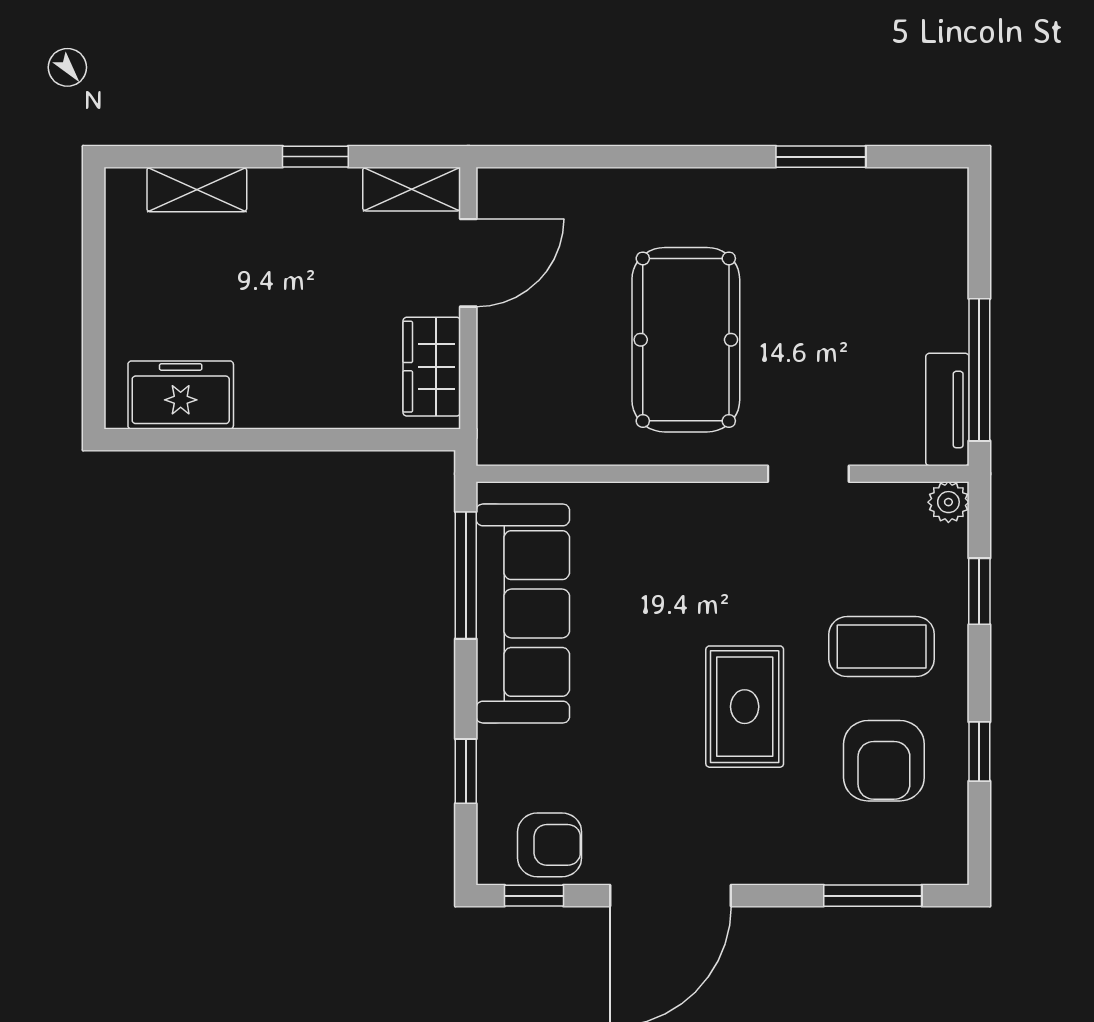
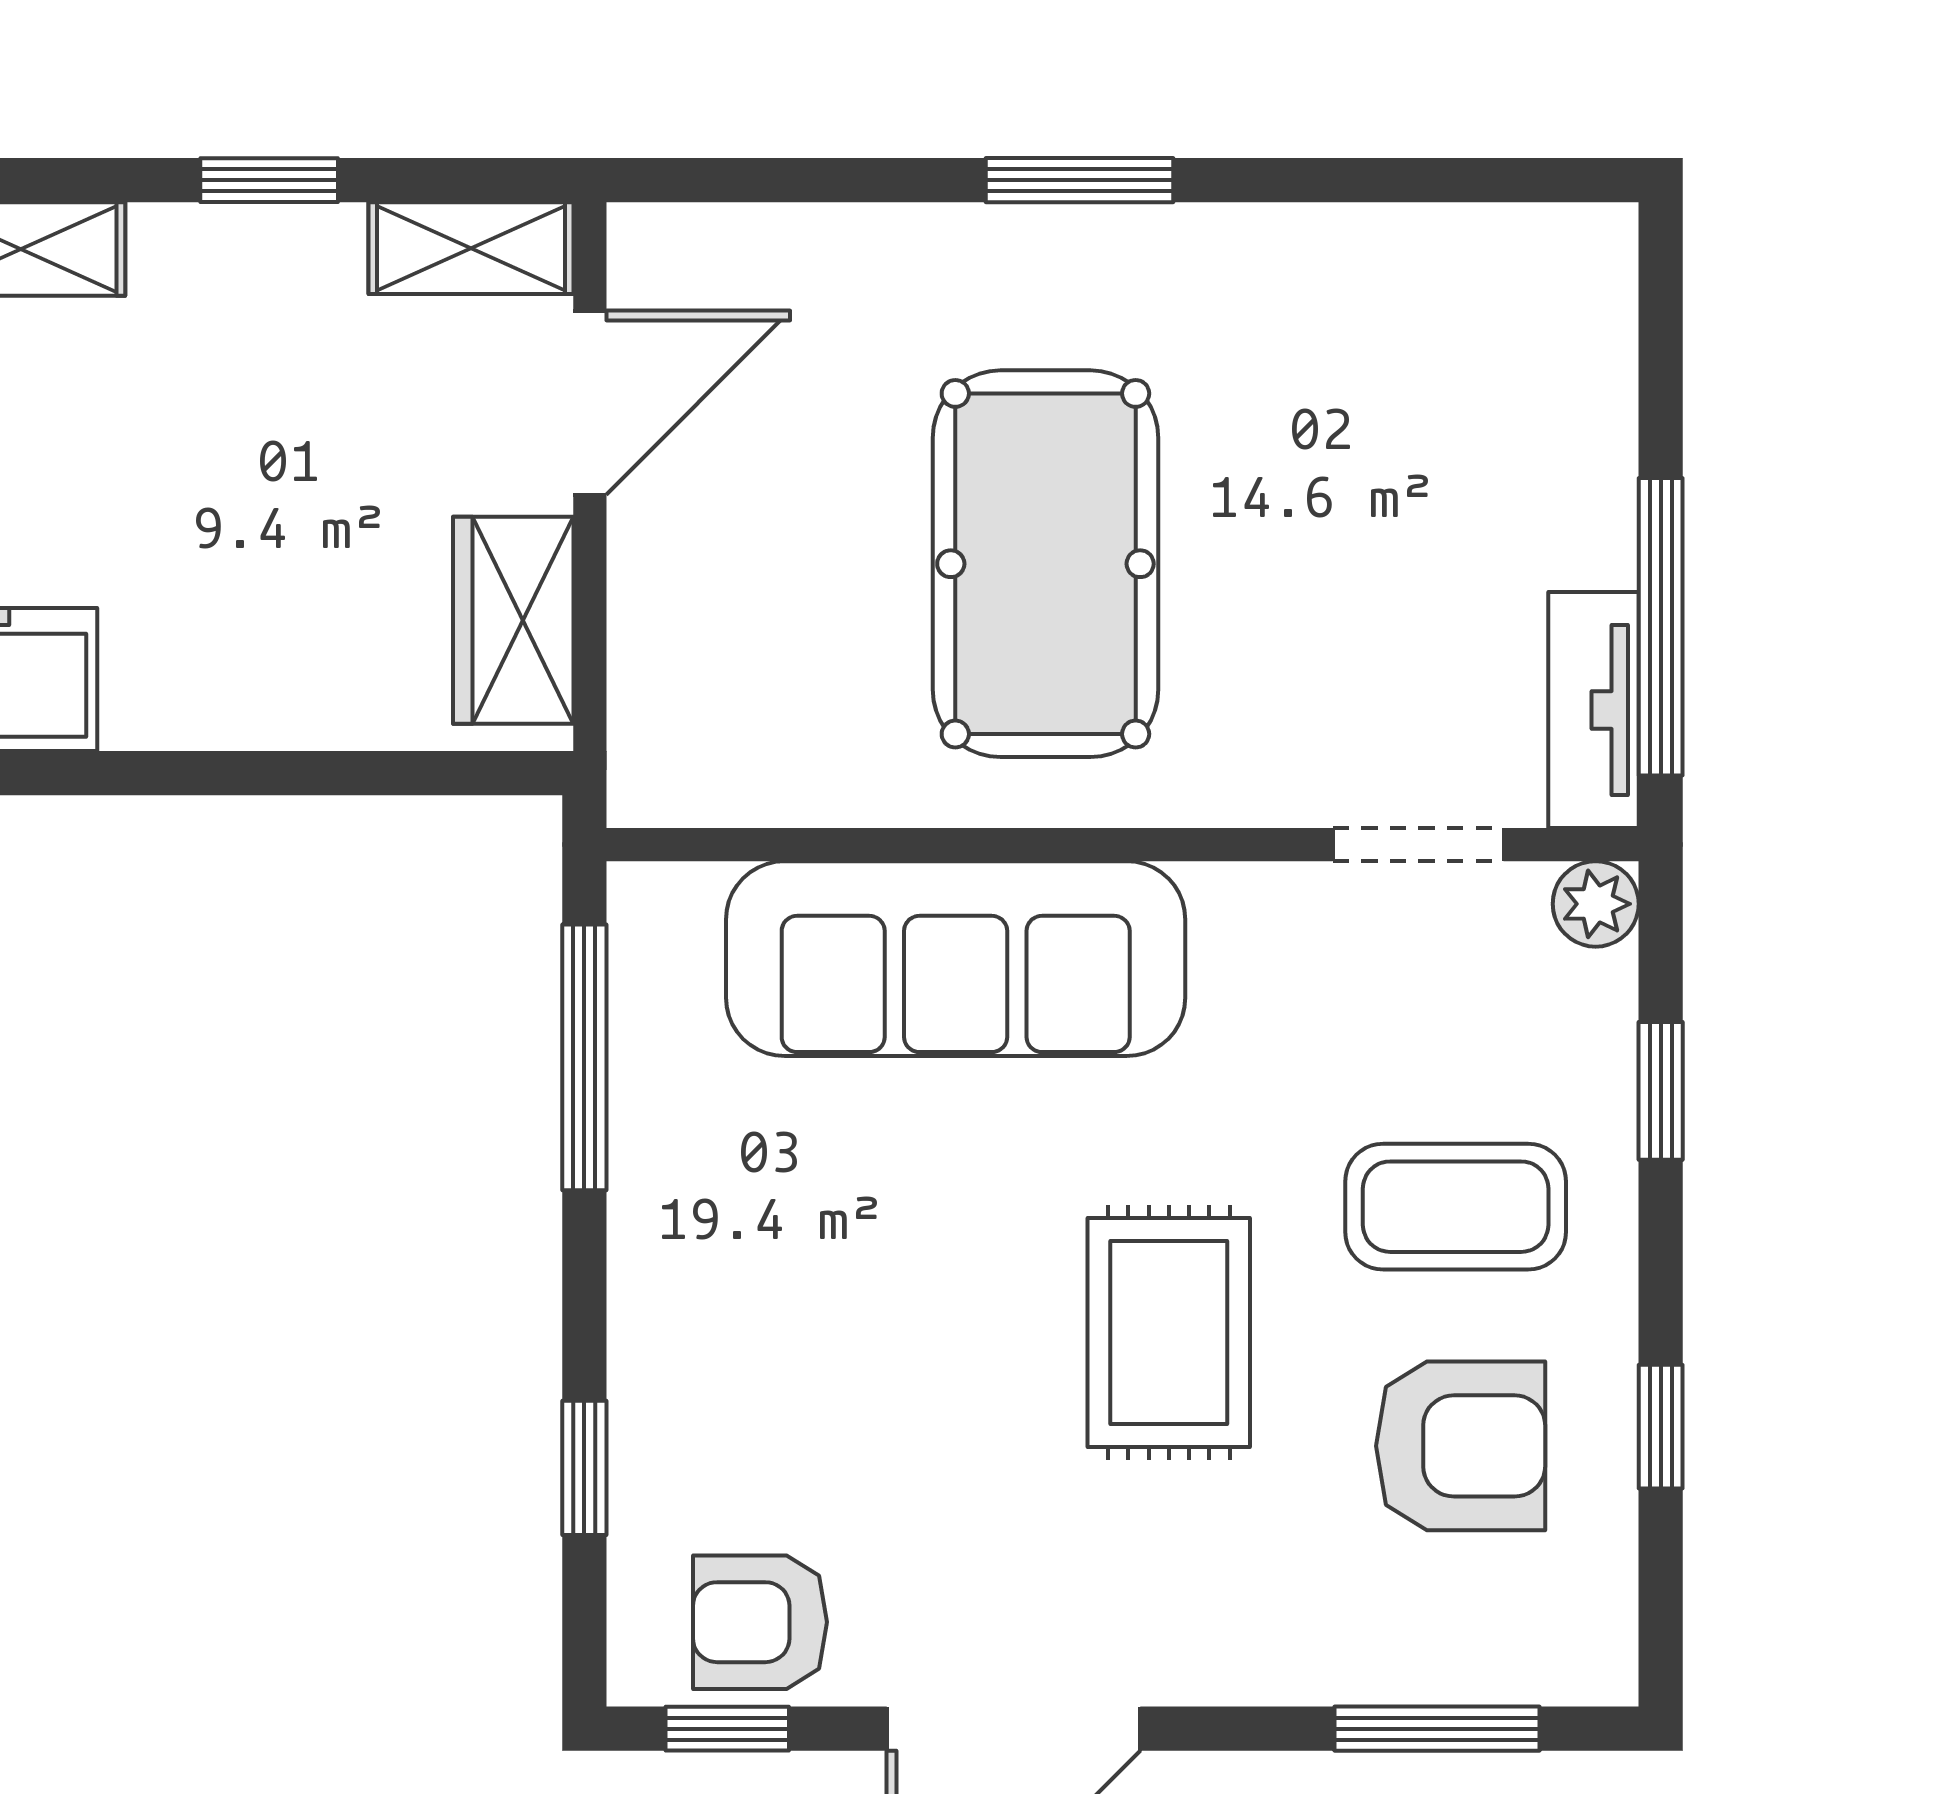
window: (821, 157) -> (1079, 180), moved
doorway: (808, 474) -> (1418, 845), moved
sofa: (523, 614) -> (956, 959), moved, turned 90
armchair: (884, 761) -> (1461, 1446), turned -90
armchair: (550, 845) -> (760, 1622), turned 180

